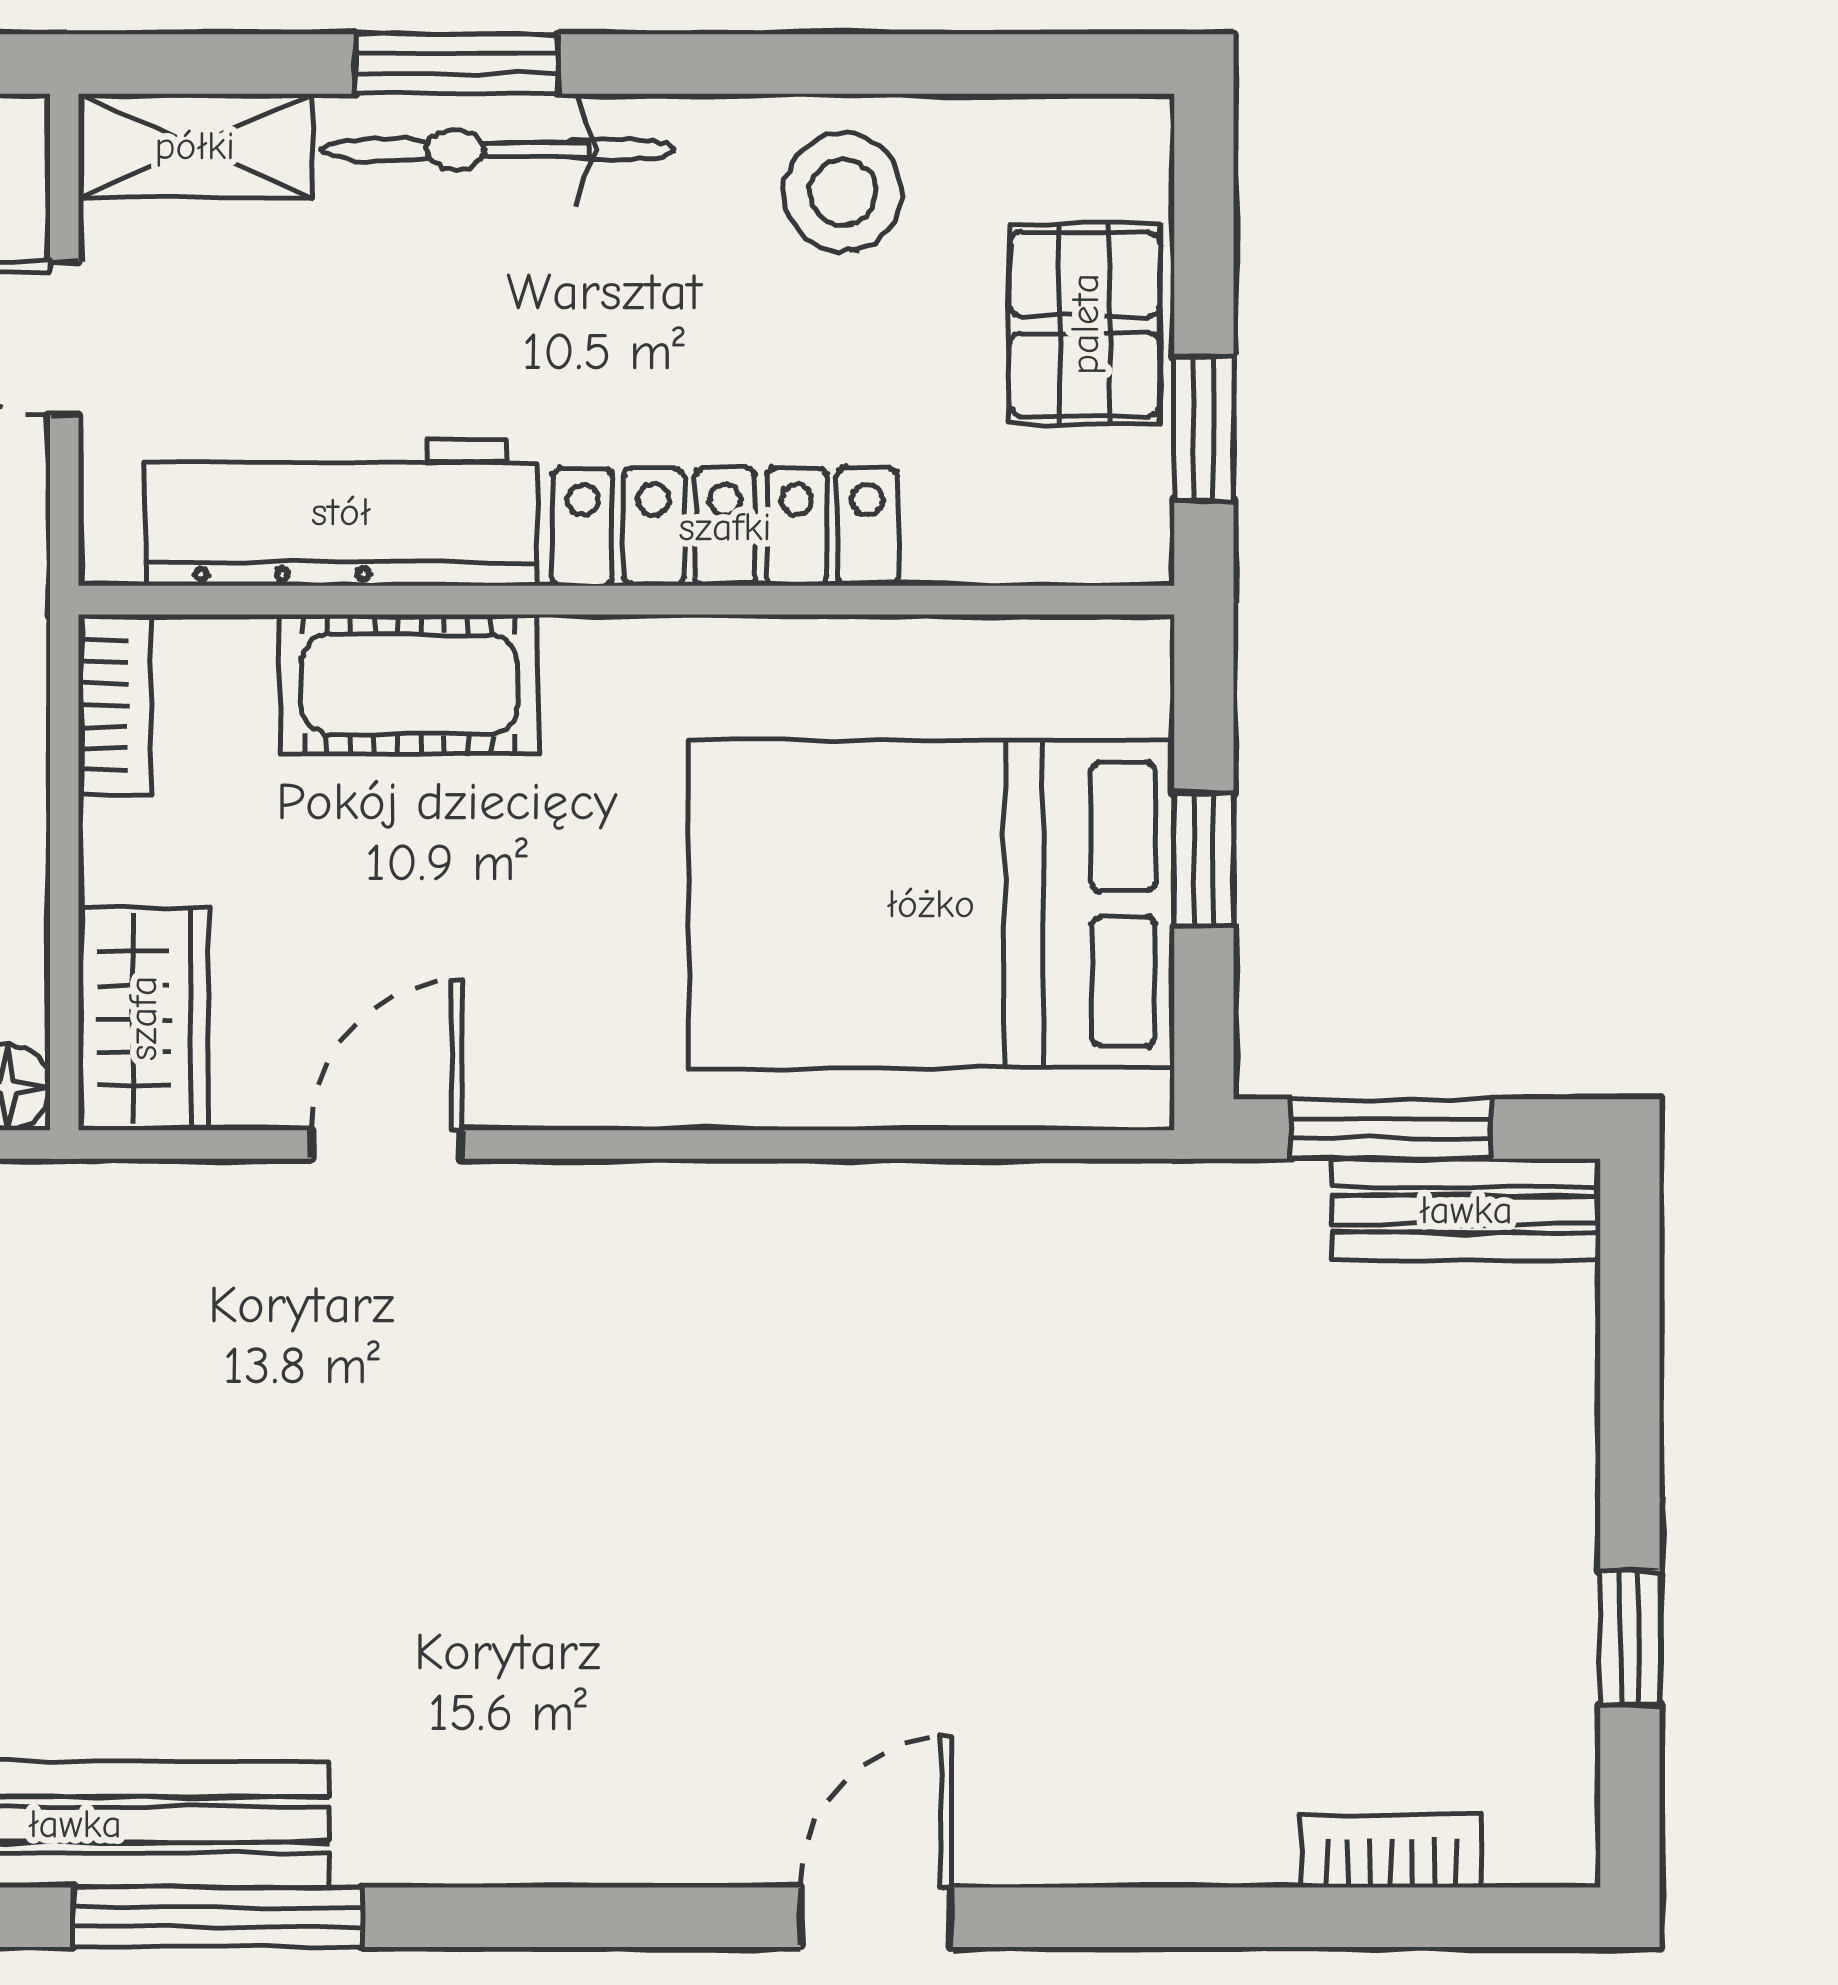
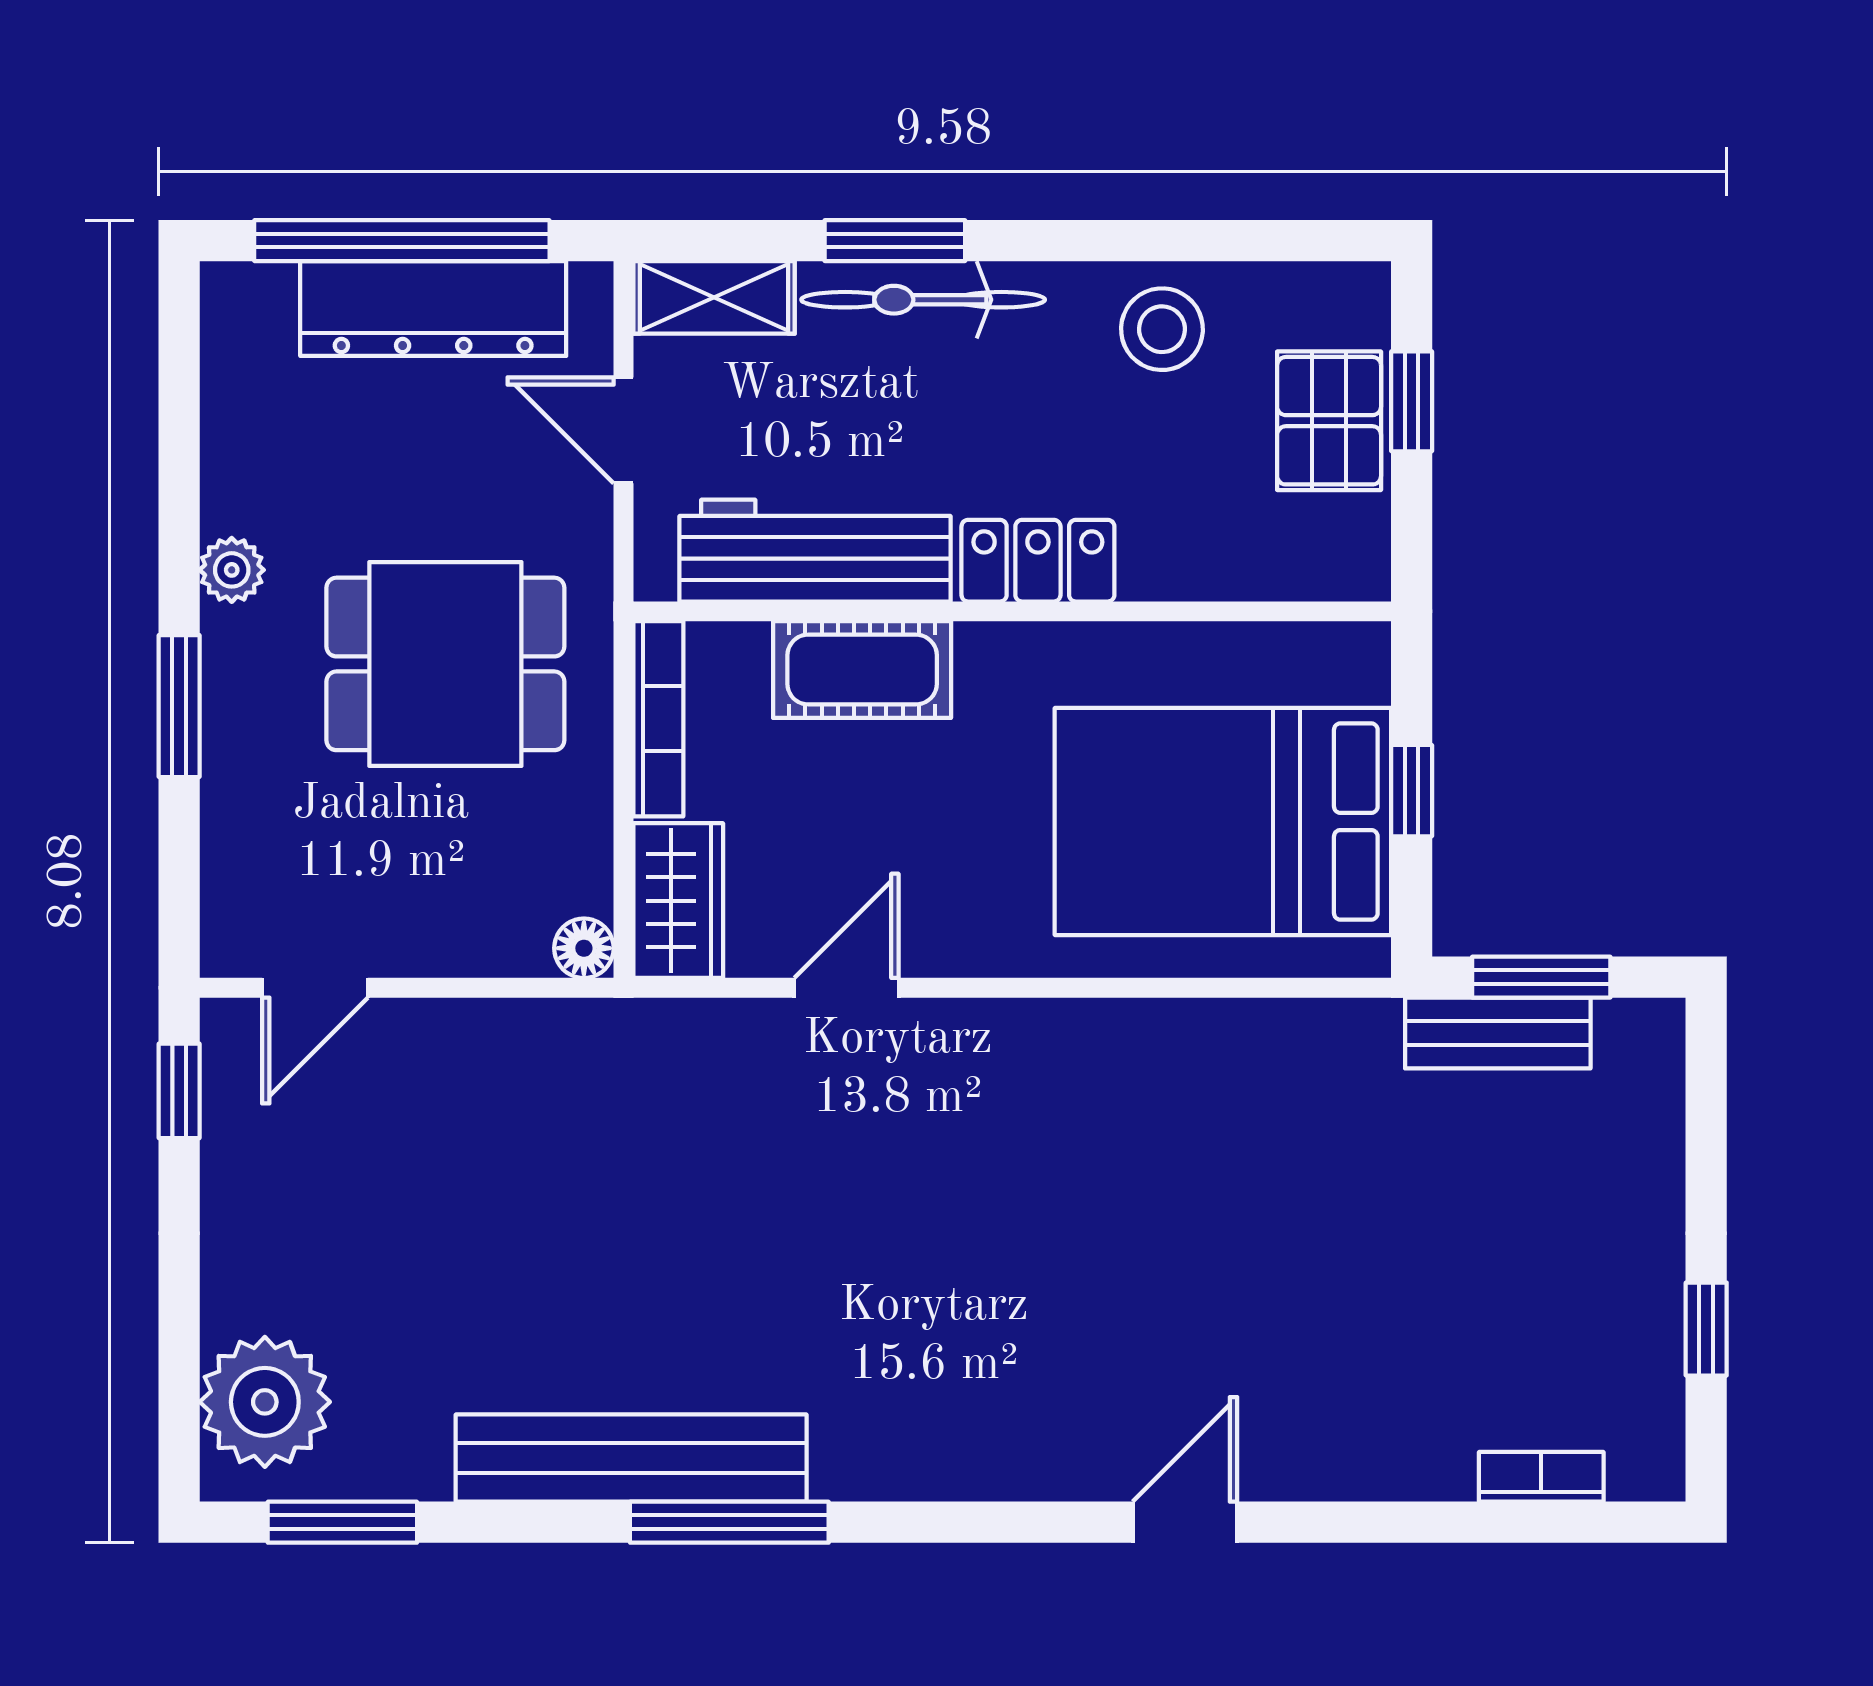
window: (1204, 429) -> (1412, 401), moved
locker: (725, 527) -> (1038, 561), width x0.66
bookcase: (115, 705) -> (658, 719), width x1.56
bench: (1466, 1210) -> (1498, 1033), moved

